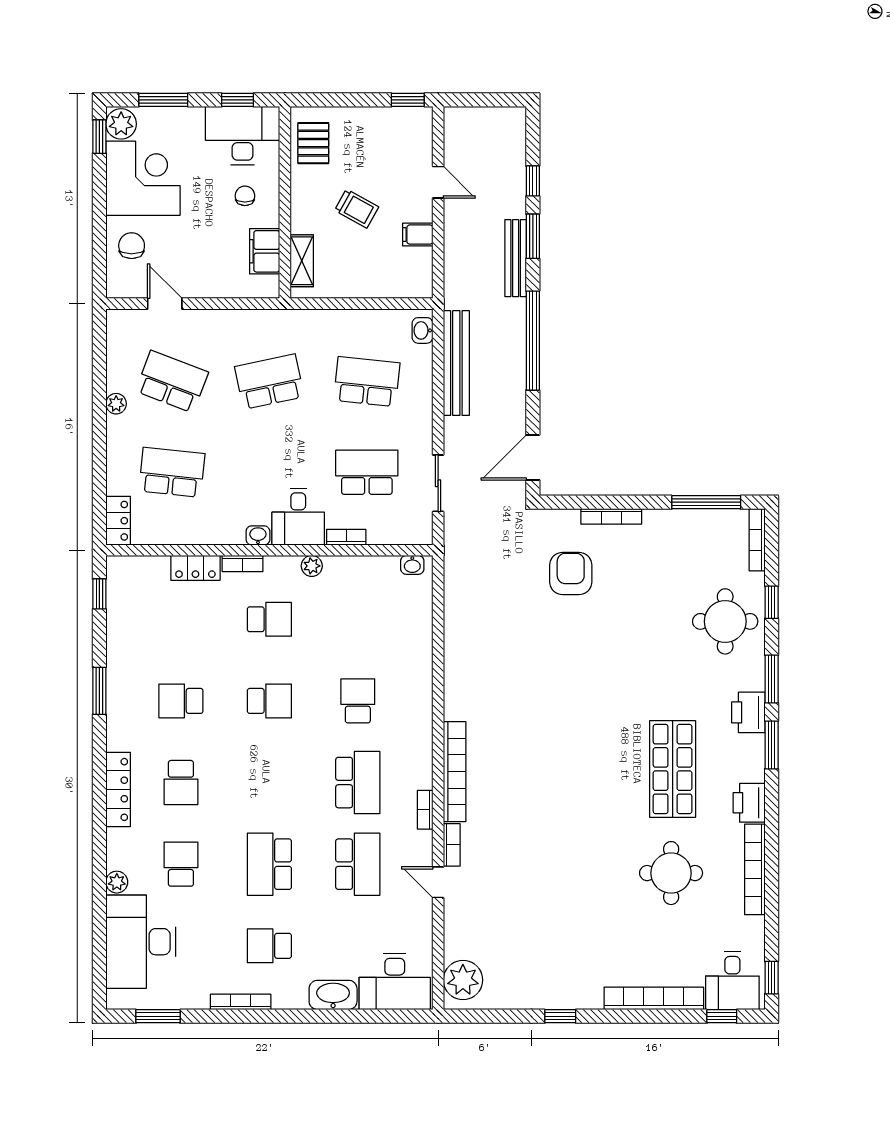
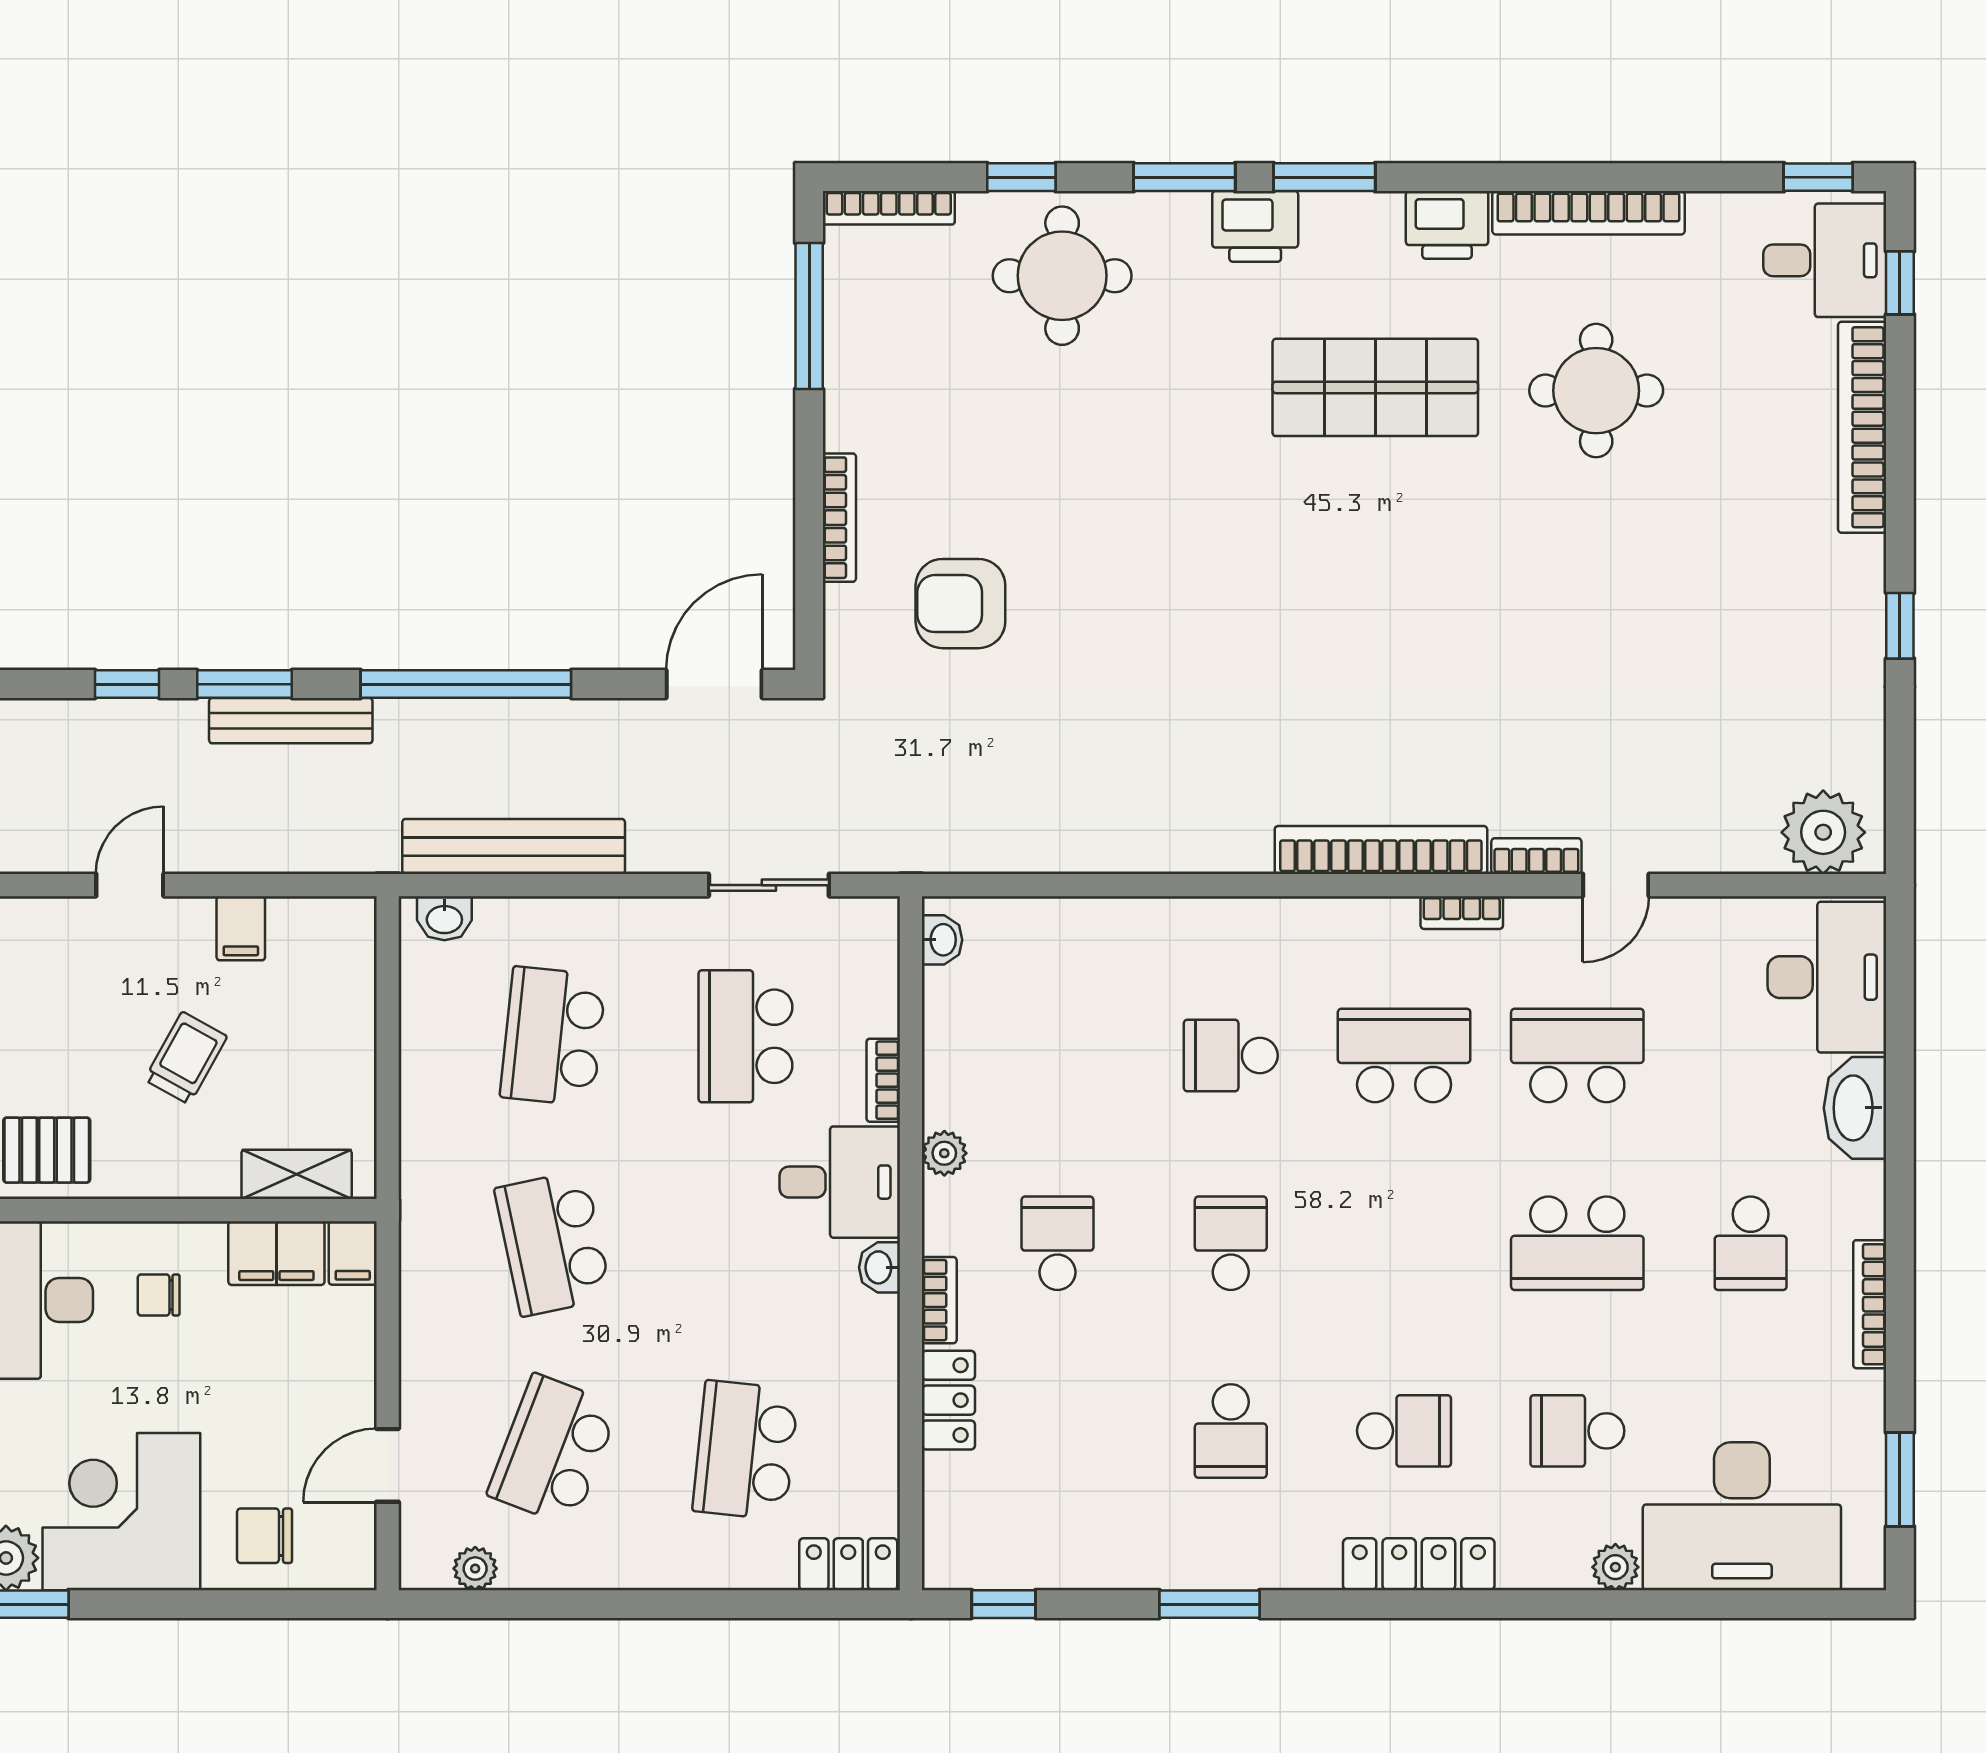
filing cabinet: (265, 287) -> (353, 1253), added
plant: (116, 404) -> (475, 1569), moved
door: (533, 457) -> (714, 684), swing flipped

